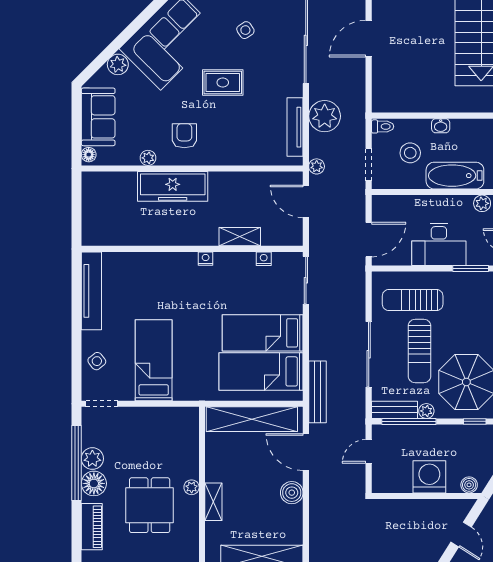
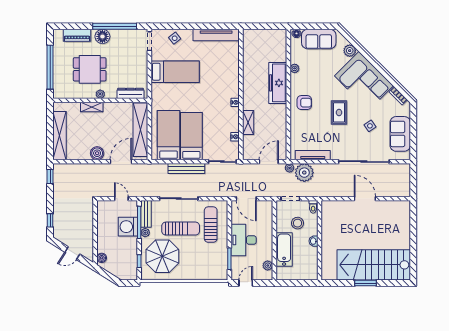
plant: (325, 116) -> (304, 173), moved
armchair: (184, 136) -> (304, 103), moved
sun lounger: (419, 351) -> (181, 229), turned 180
bench: (318, 392) -> (186, 168), moved
dresser: (190, 436) -> (130, 93), added
plant: (92, 459) -> (117, 36), removed
washing machine: (429, 477) -> (128, 227), moved, turned 180

